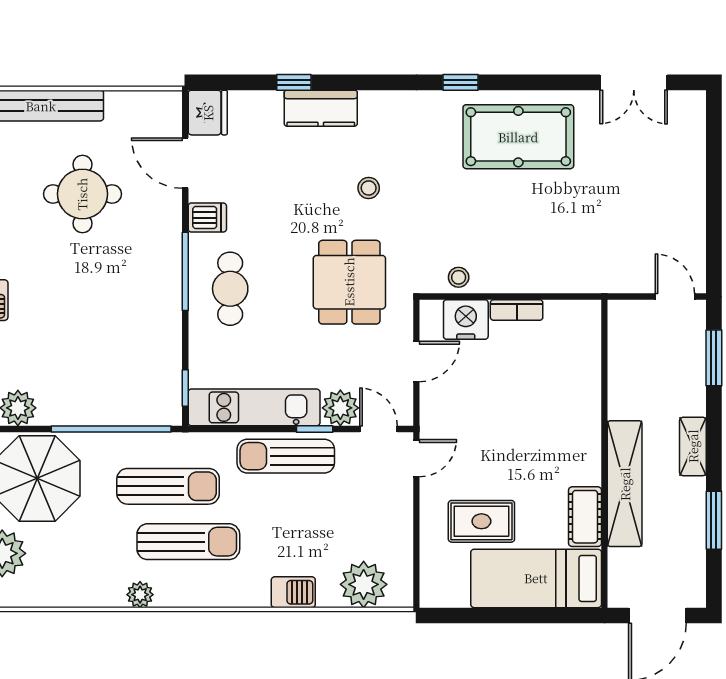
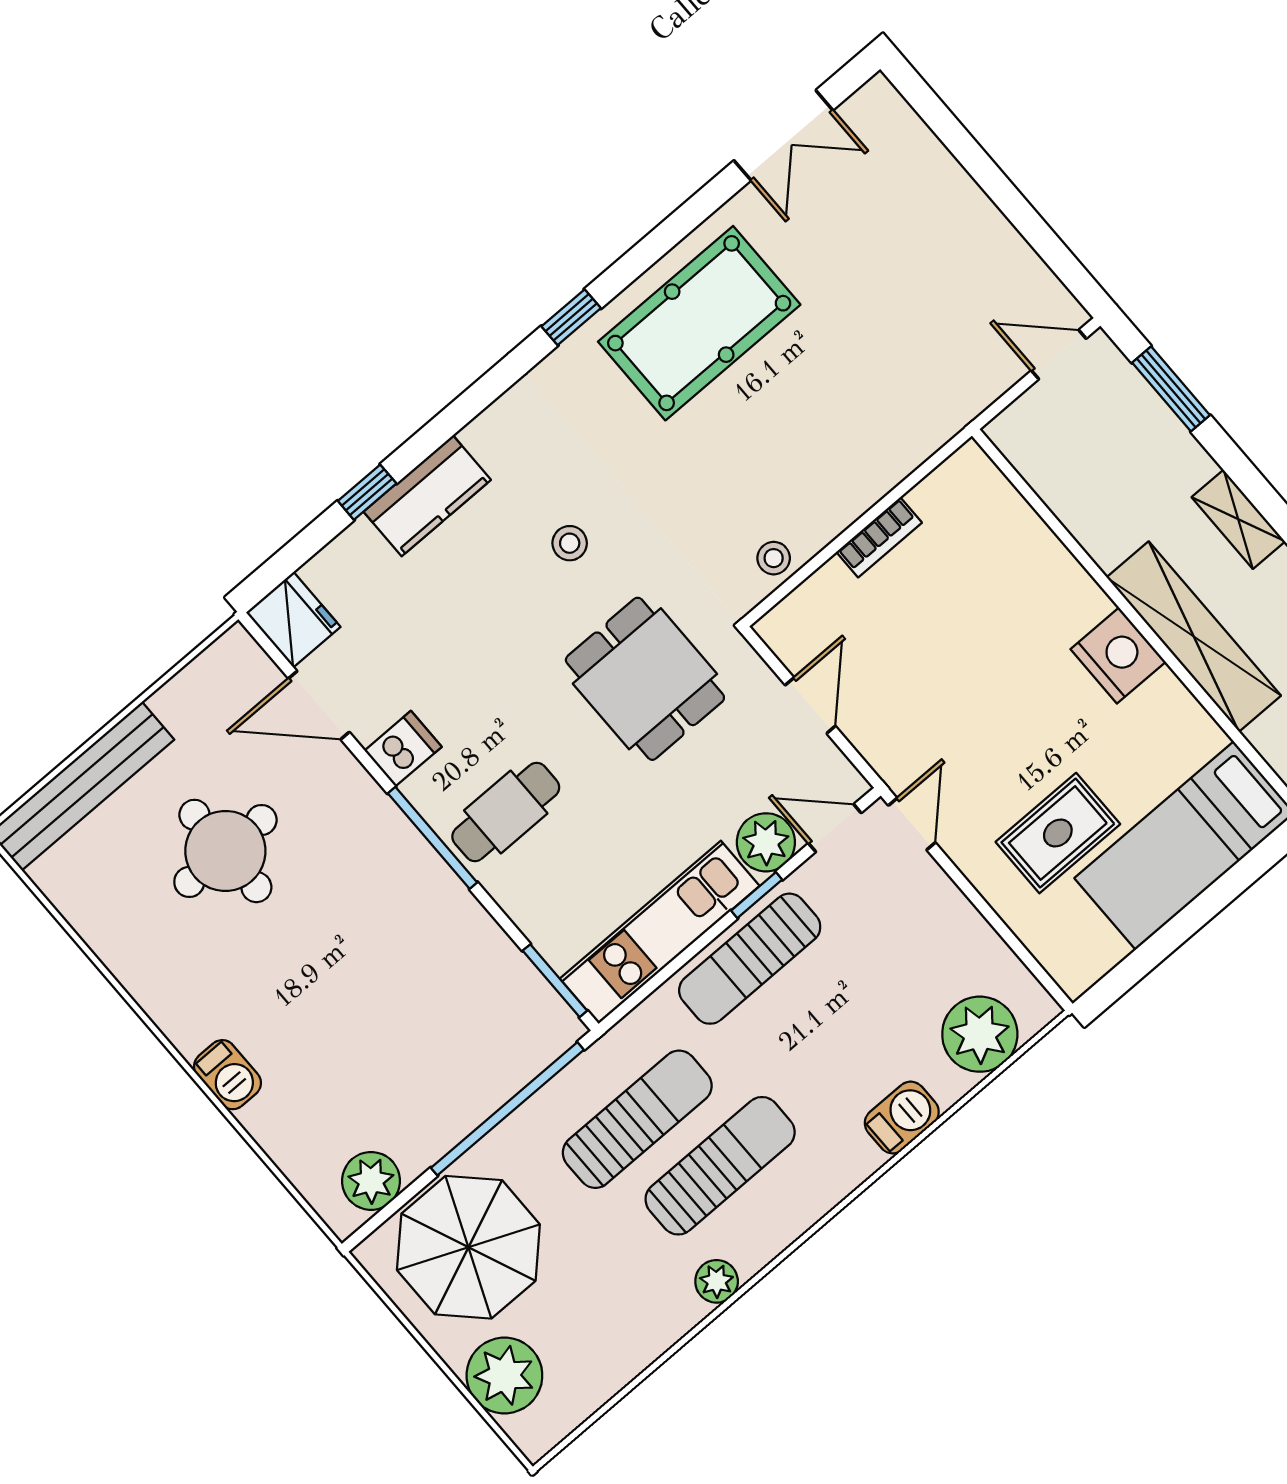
cafe table: (230, 289) -> (506, 812), turned 90
nightstand: (466, 320) -> (1118, 655), moved, turned 90
window: (185, 388) -> (555, 981), width x1.50
cot: (585, 517) -> (1180, 719), removed

